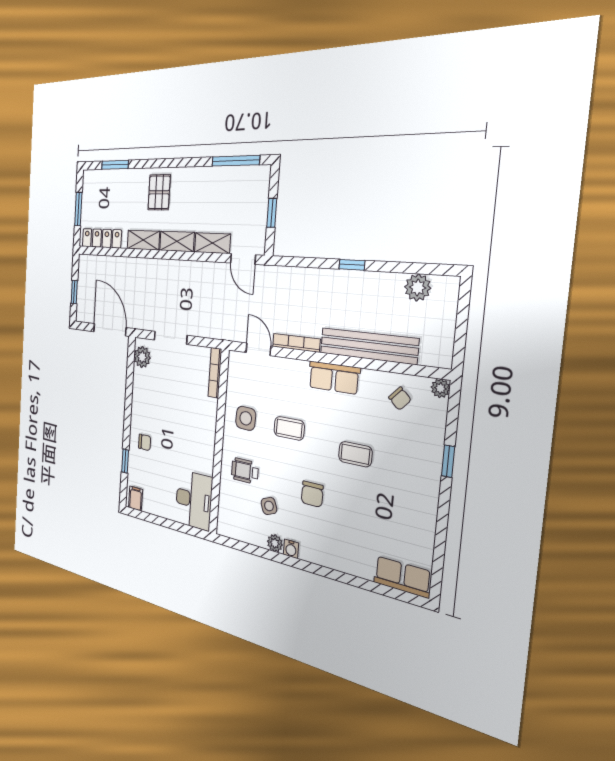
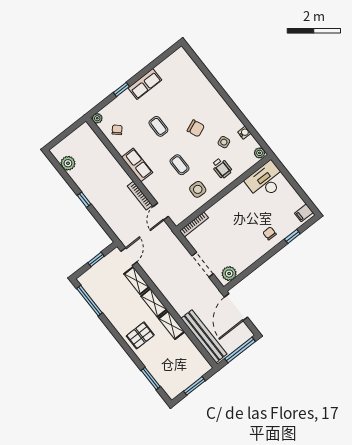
locker: (102, 238) -> (195, 355), removed
window: (74, 292) -> (240, 350), width x2.17
bench: (368, 346) -> (204, 336), moved
chair: (312, 494) -> (196, 128), turned 67
plant: (275, 543) -> (260, 153), moved
water cooler: (291, 549) -> (244, 133), moved
row of seats: (402, 577) -> (145, 84), moved, turned -90

